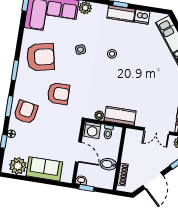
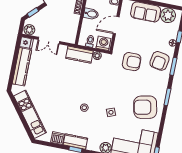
armchair: (58, 94) -> (132, 62), moved, turned 180
double door: (157, 131) -> (49, 40), swing flipped
door: (78, 152) -> (116, 25), hinge flipped

